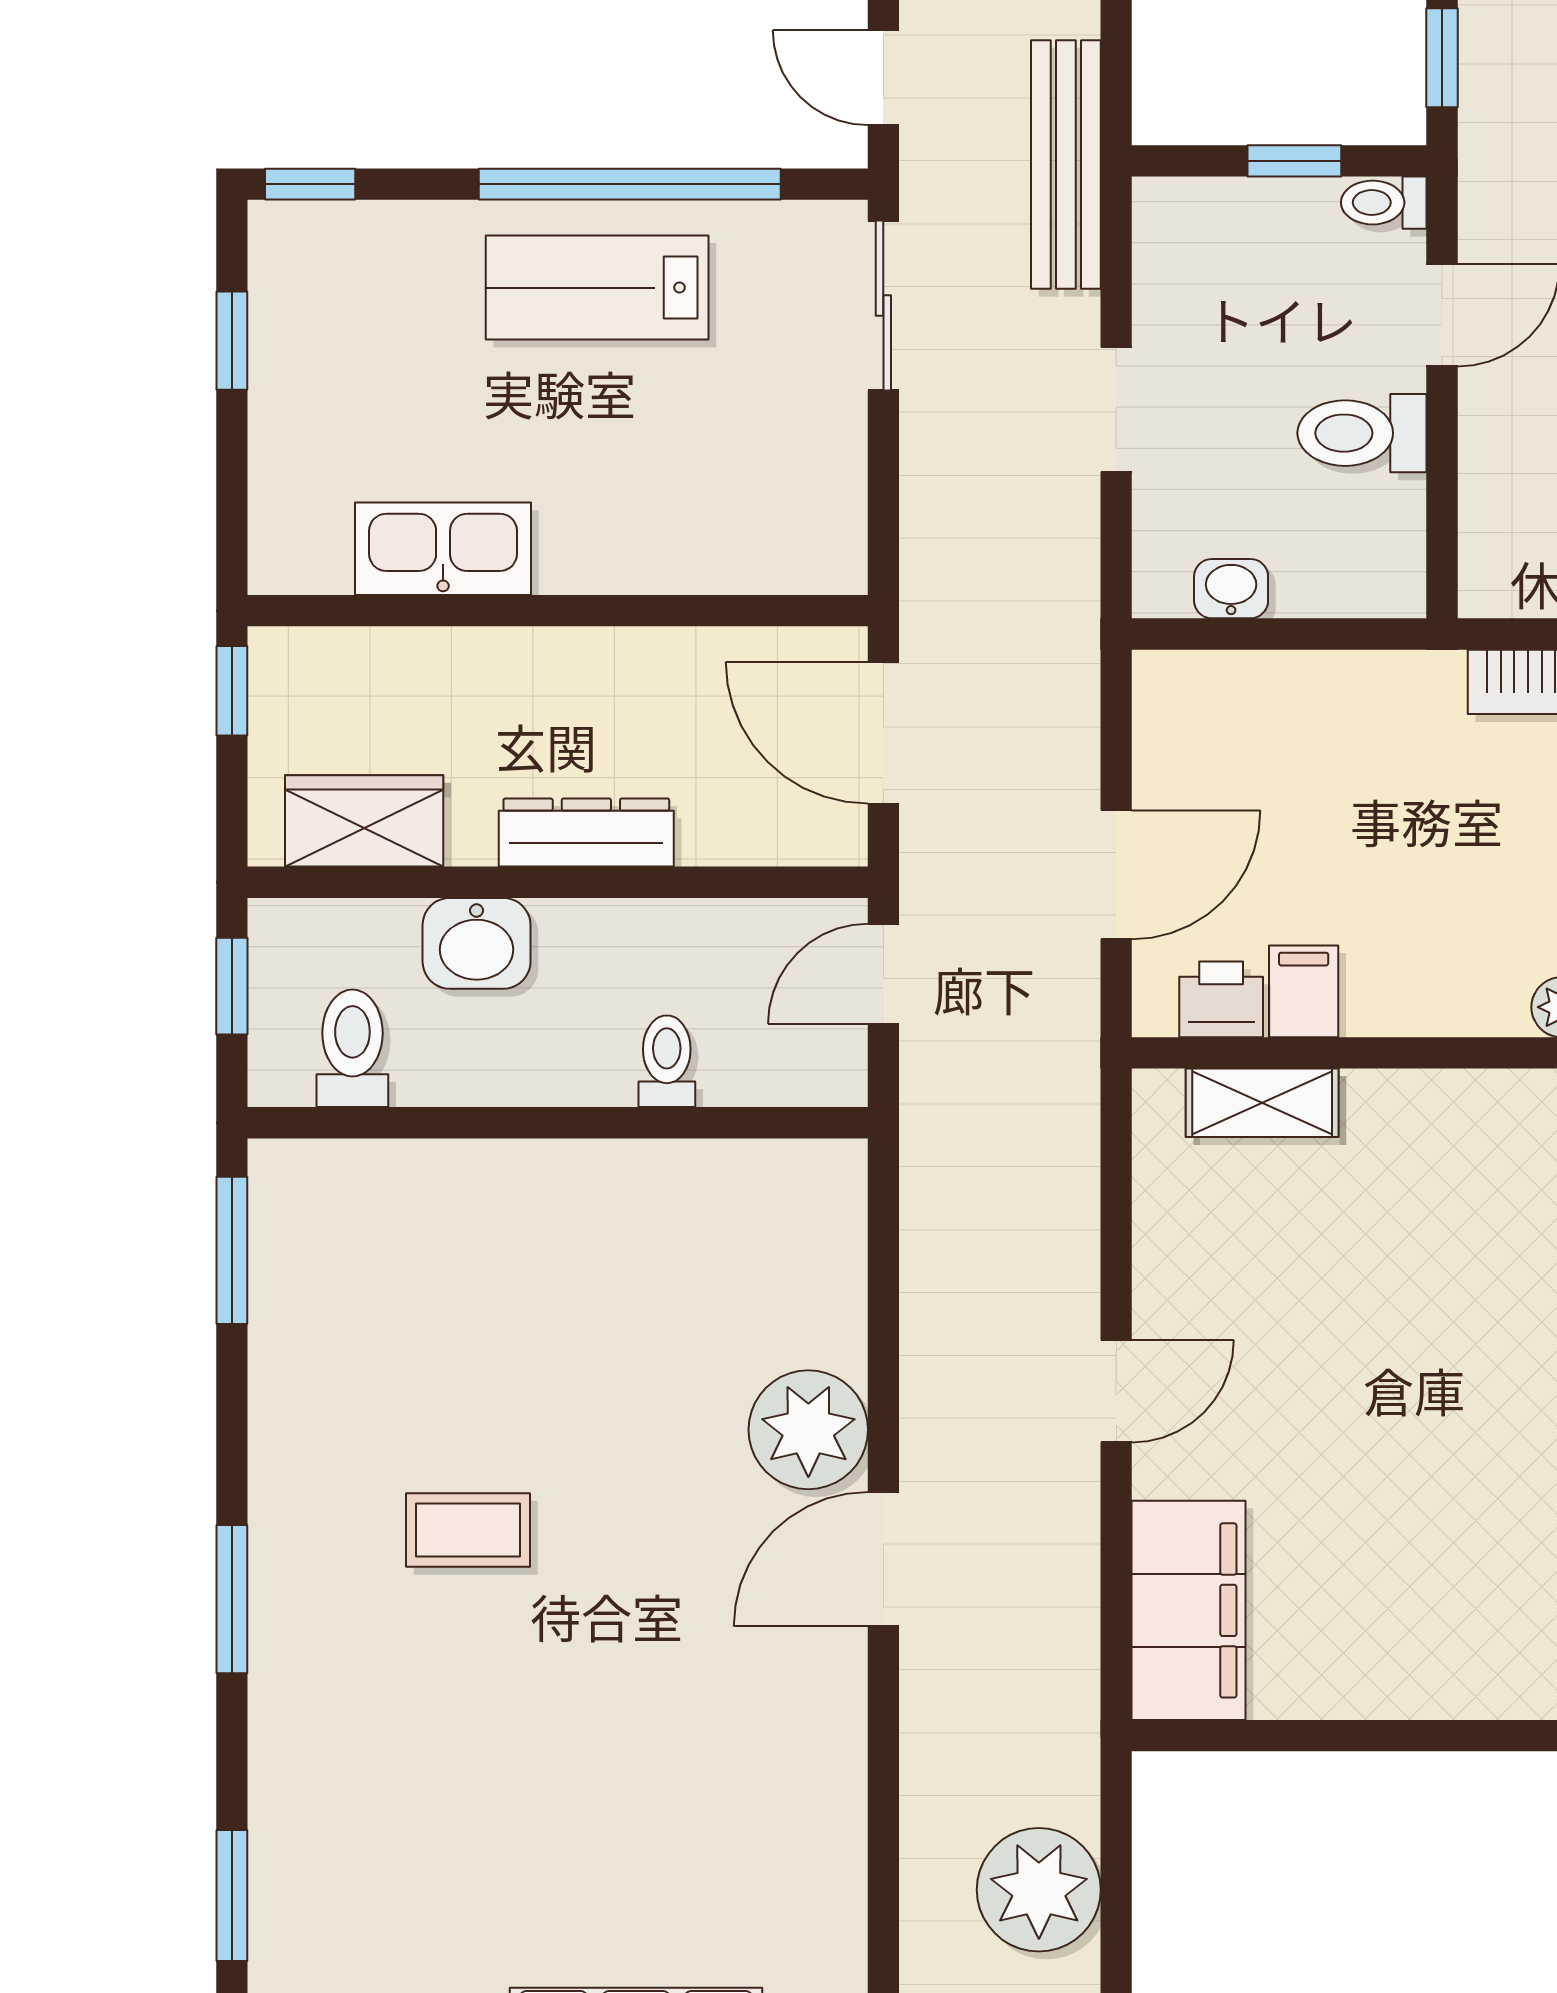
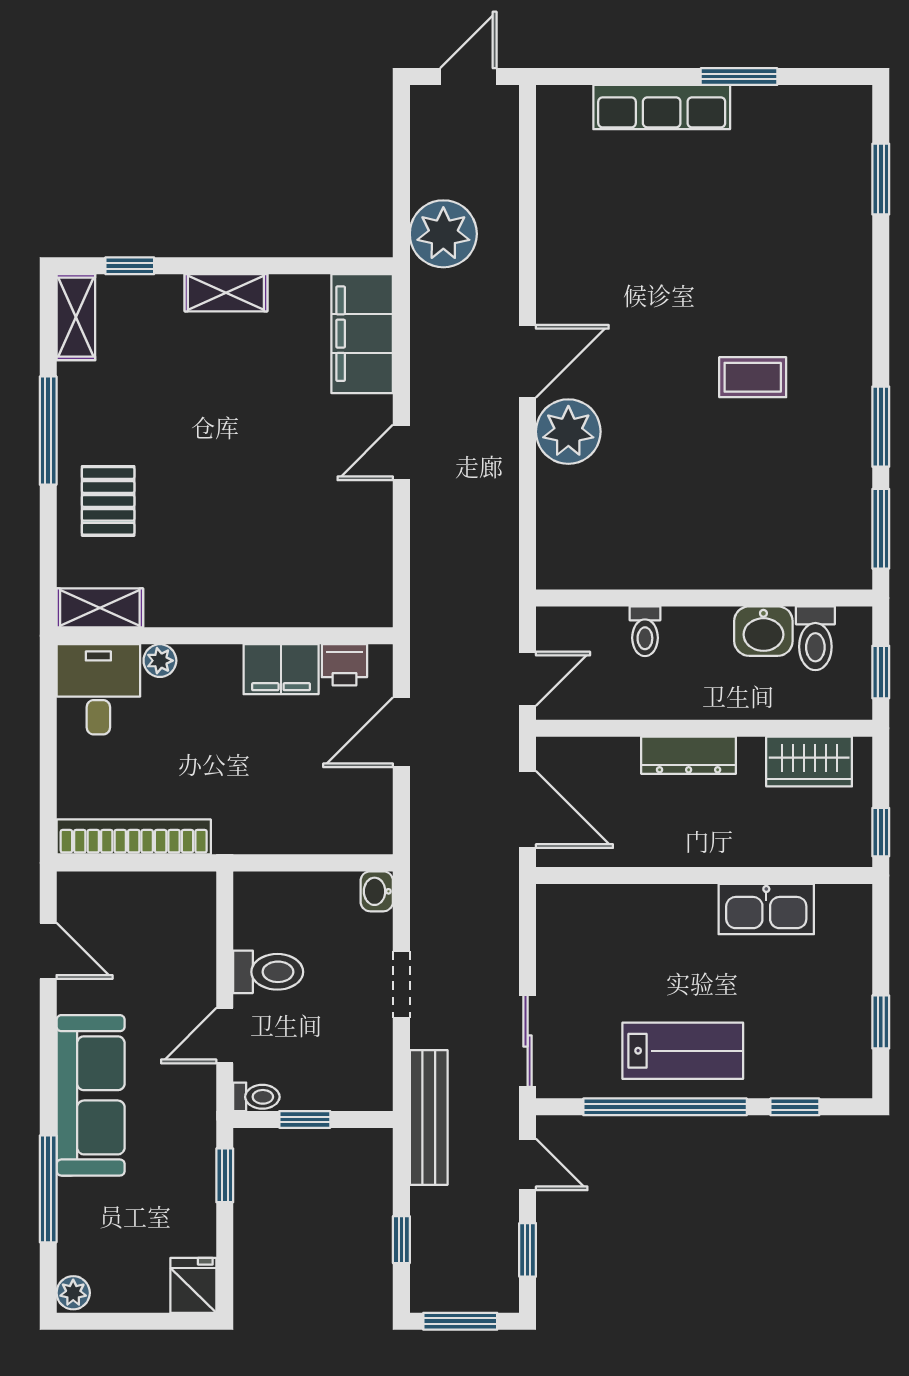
window: (310, 184) -> (795, 1107), moved
washbasin: (1231, 589) -> (377, 891), moved, turned 90
washbasin: (477, 943) -> (763, 631), moved, turned 180
filing cabinet: (1304, 991) -> (281, 669), width x2.00
shelving: (1262, 1103) -> (226, 293), moved
window: (232, 1599) -> (881, 427), moved
plant: (1039, 1890) -> (443, 234), moved

